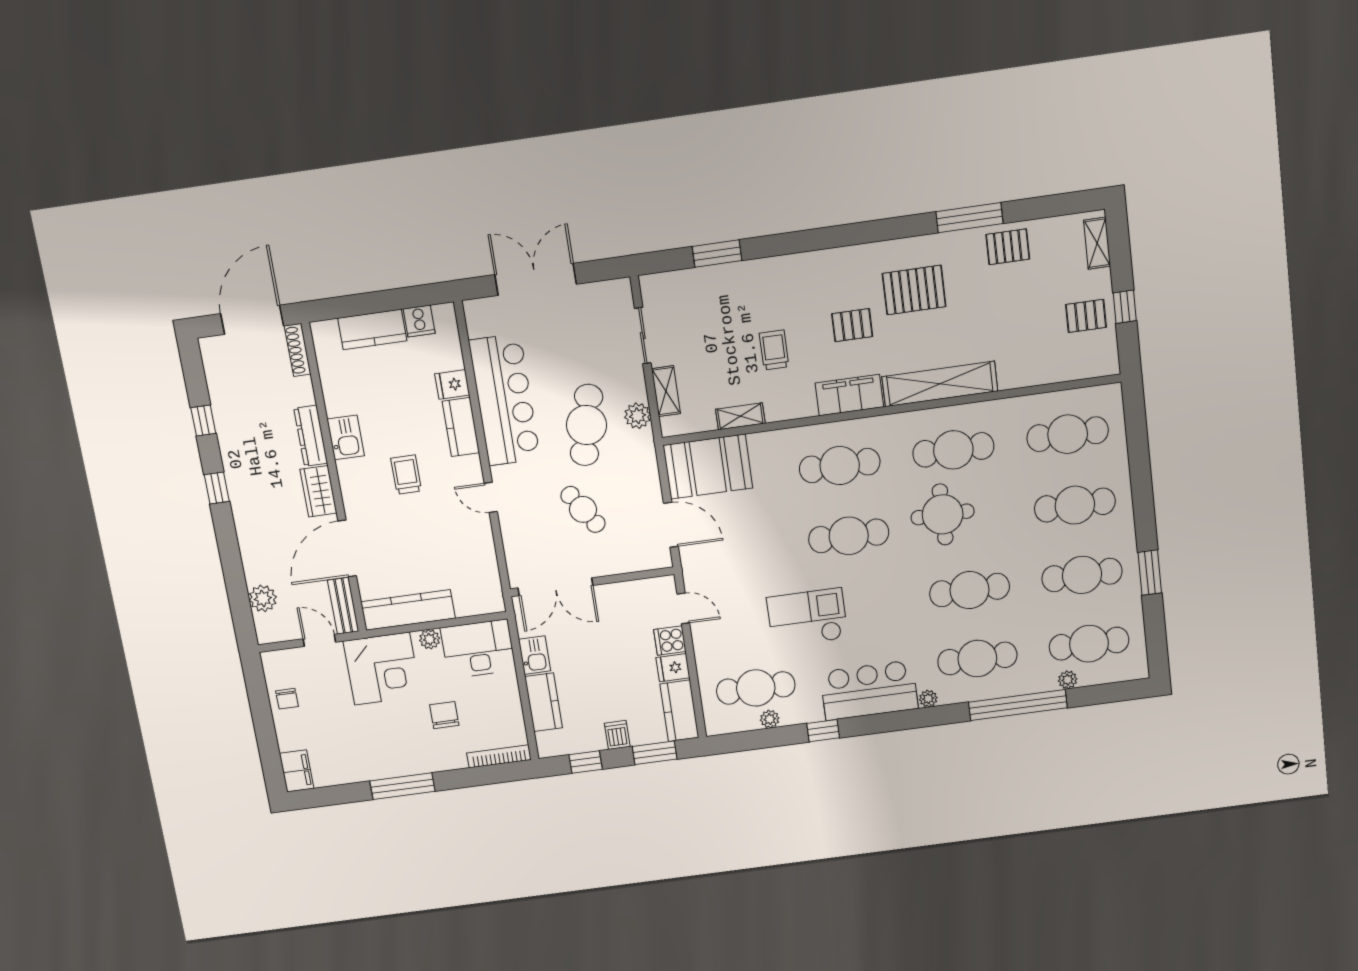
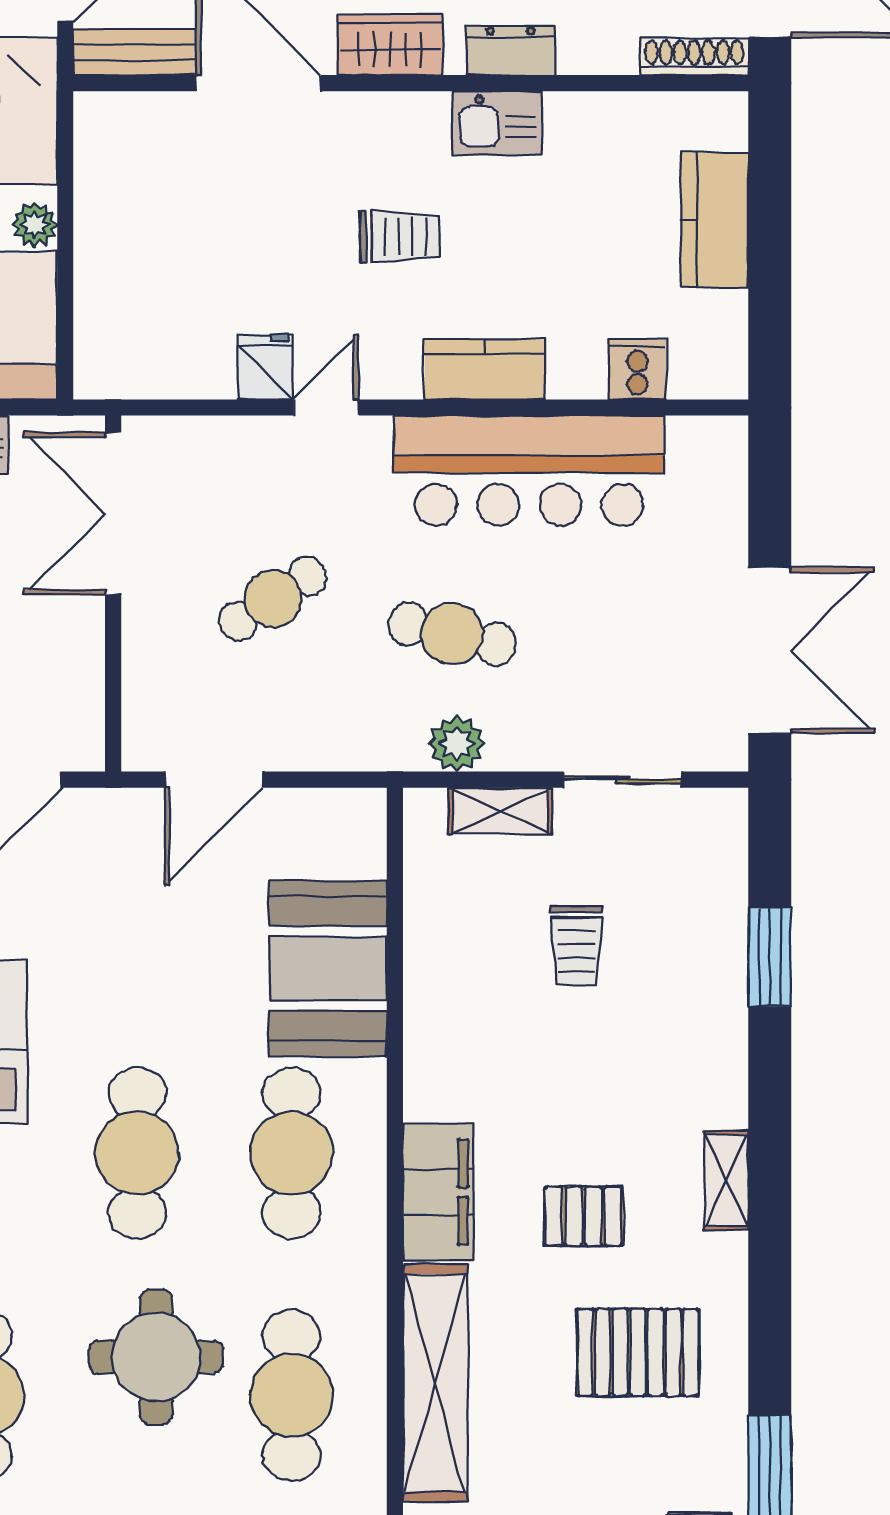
double door: (536, 279) -> (770, 651), moved
pallet: (914, 290) -> (638, 1352), turned 90
cooker: (419, 321) -> (637, 369), moved, turned 90
pallet: (852, 325) -> (583, 1216), turned 90
trolley: (774, 350) -> (577, 946), moved, turned 90
fridge: (452, 384) -> (265, 367), moved
shelving: (740, 416) -> (726, 1180), moved
cafe table: (587, 425) -> (452, 634), width x0.73, depth x0.74
dresser: (311, 436) -> (511, 50), width x0.70
booth: (708, 467) -> (328, 969), moved
kitchen counter: (408, 610) -> (106, 189), removed

